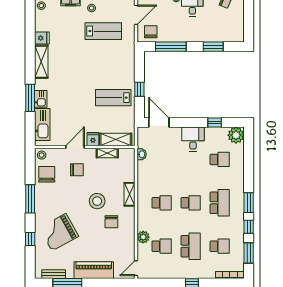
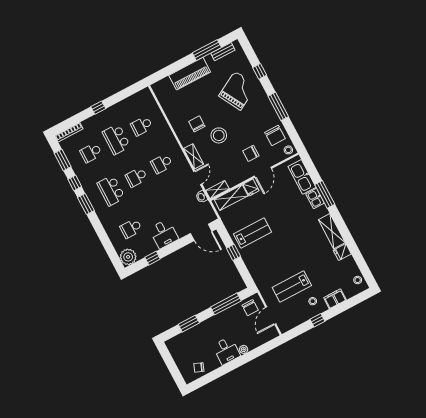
shelving: (107, 153) -> (217, 190), moved
plant: (143, 237) -> (162, 125), removed
door: (136, 268) -> (198, 178), moved

